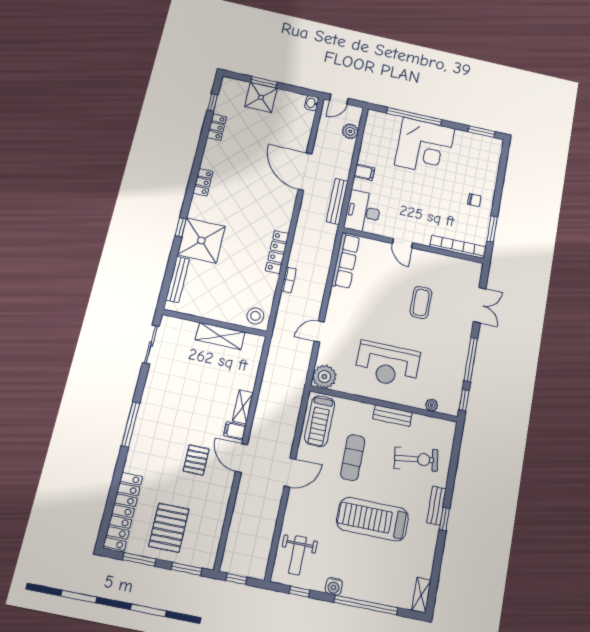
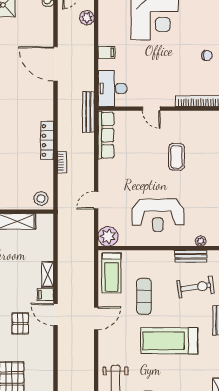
bench: (337, 201) -> (88, 112), moved
bench: (392, 416) -> (191, 256), moved

